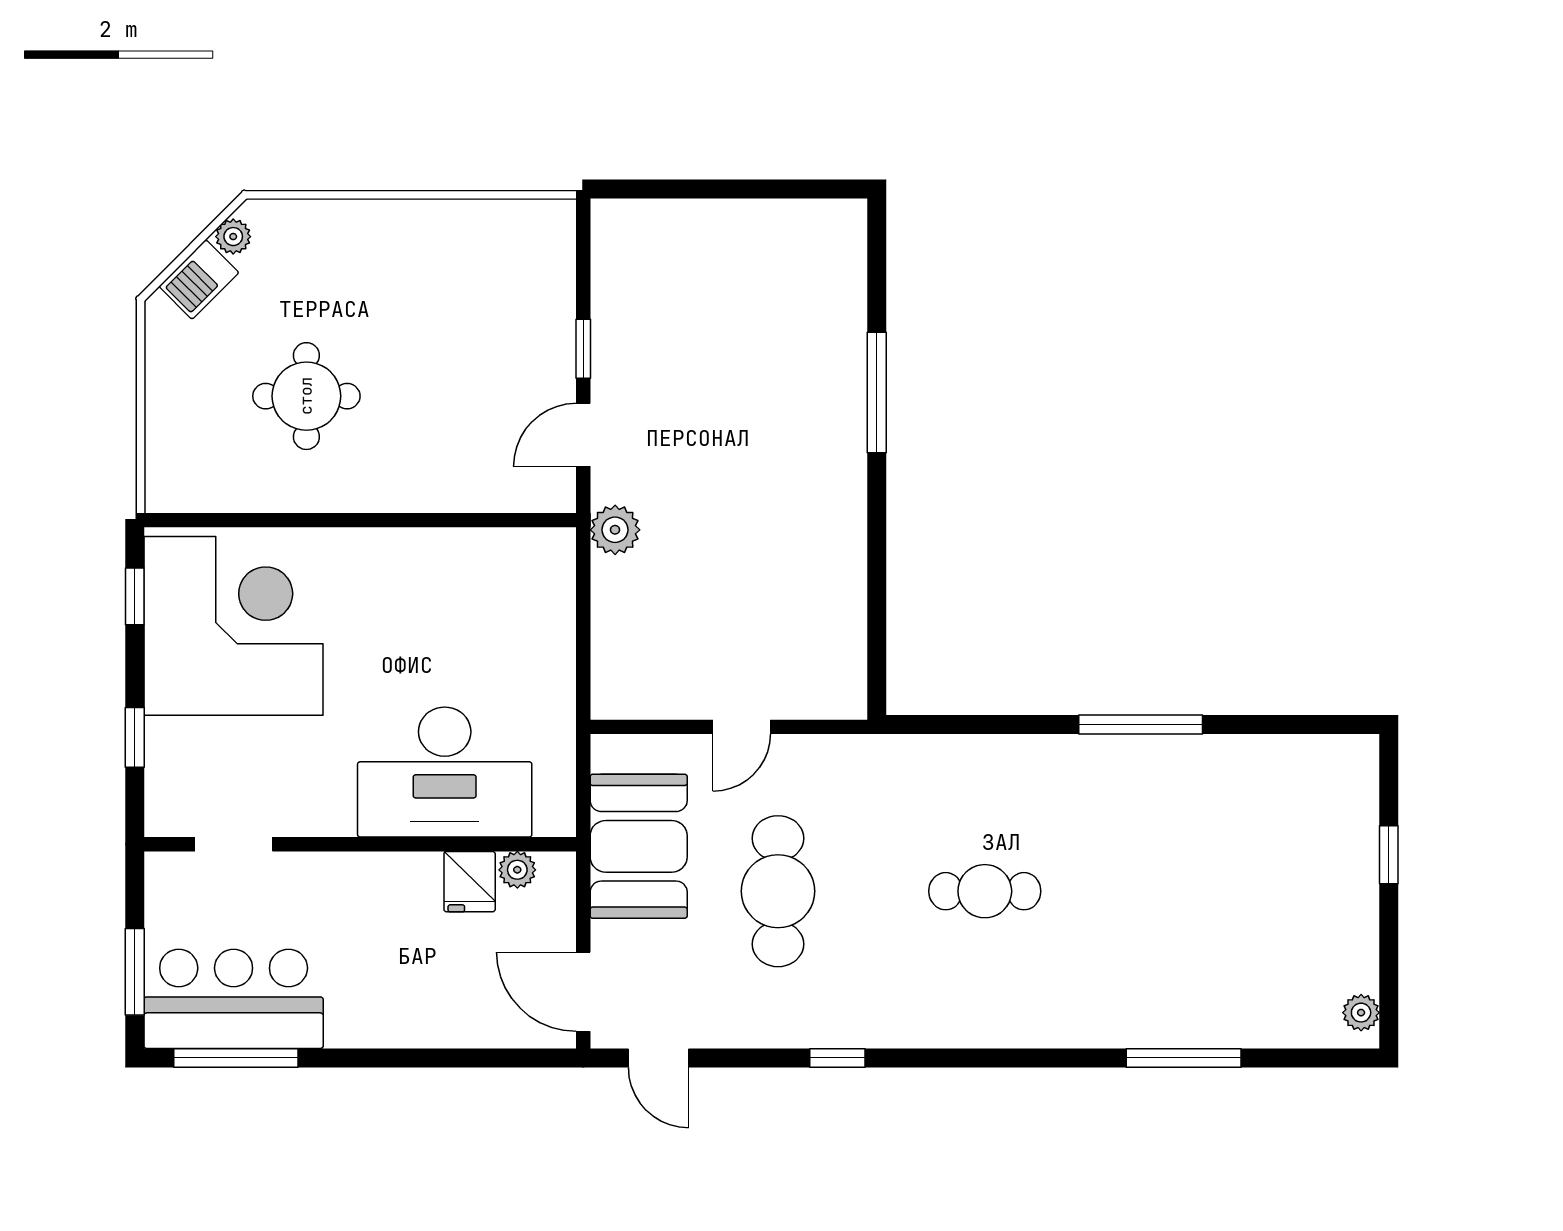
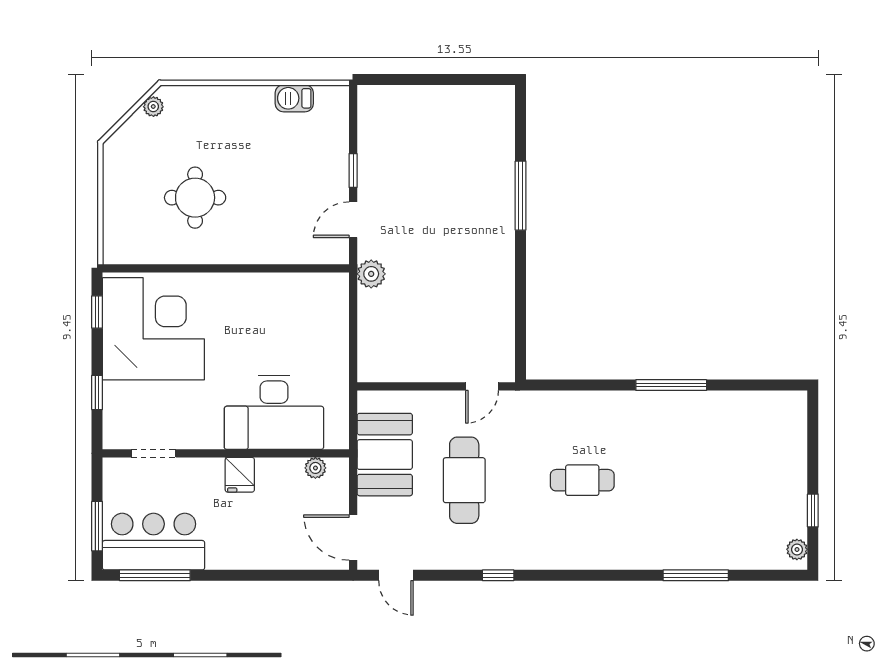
barbecue: (199, 279) -> (294, 98), moved, turned 45
door: (742, 727) -> (482, 386), moved
window: (1389, 855) -> (813, 510), moved
fridge: (470, 882) -> (240, 475), moved

